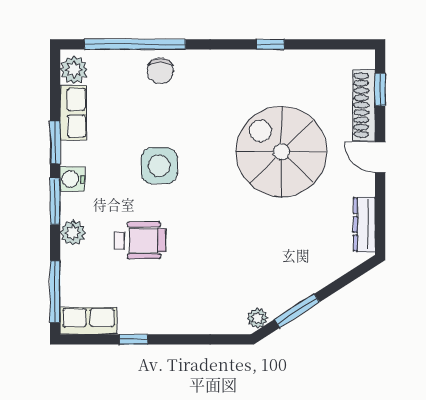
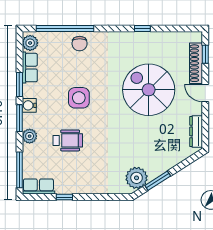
plant: (257, 318) -> (137, 178), width x1.88, depth x1.88

